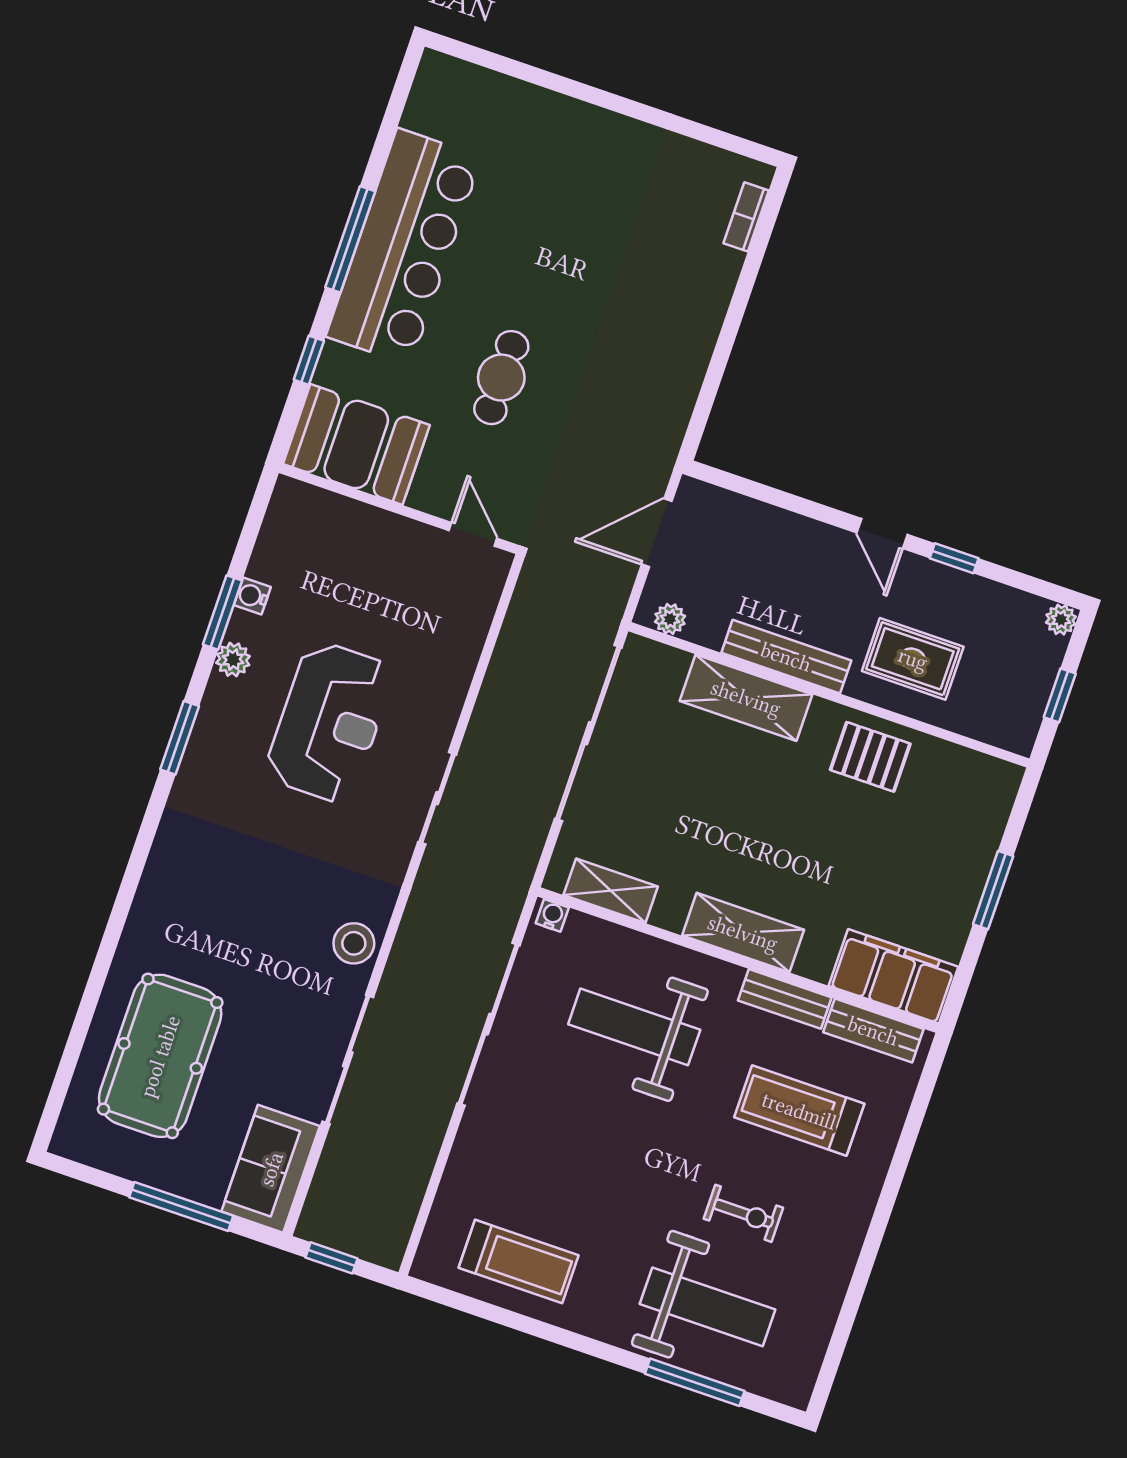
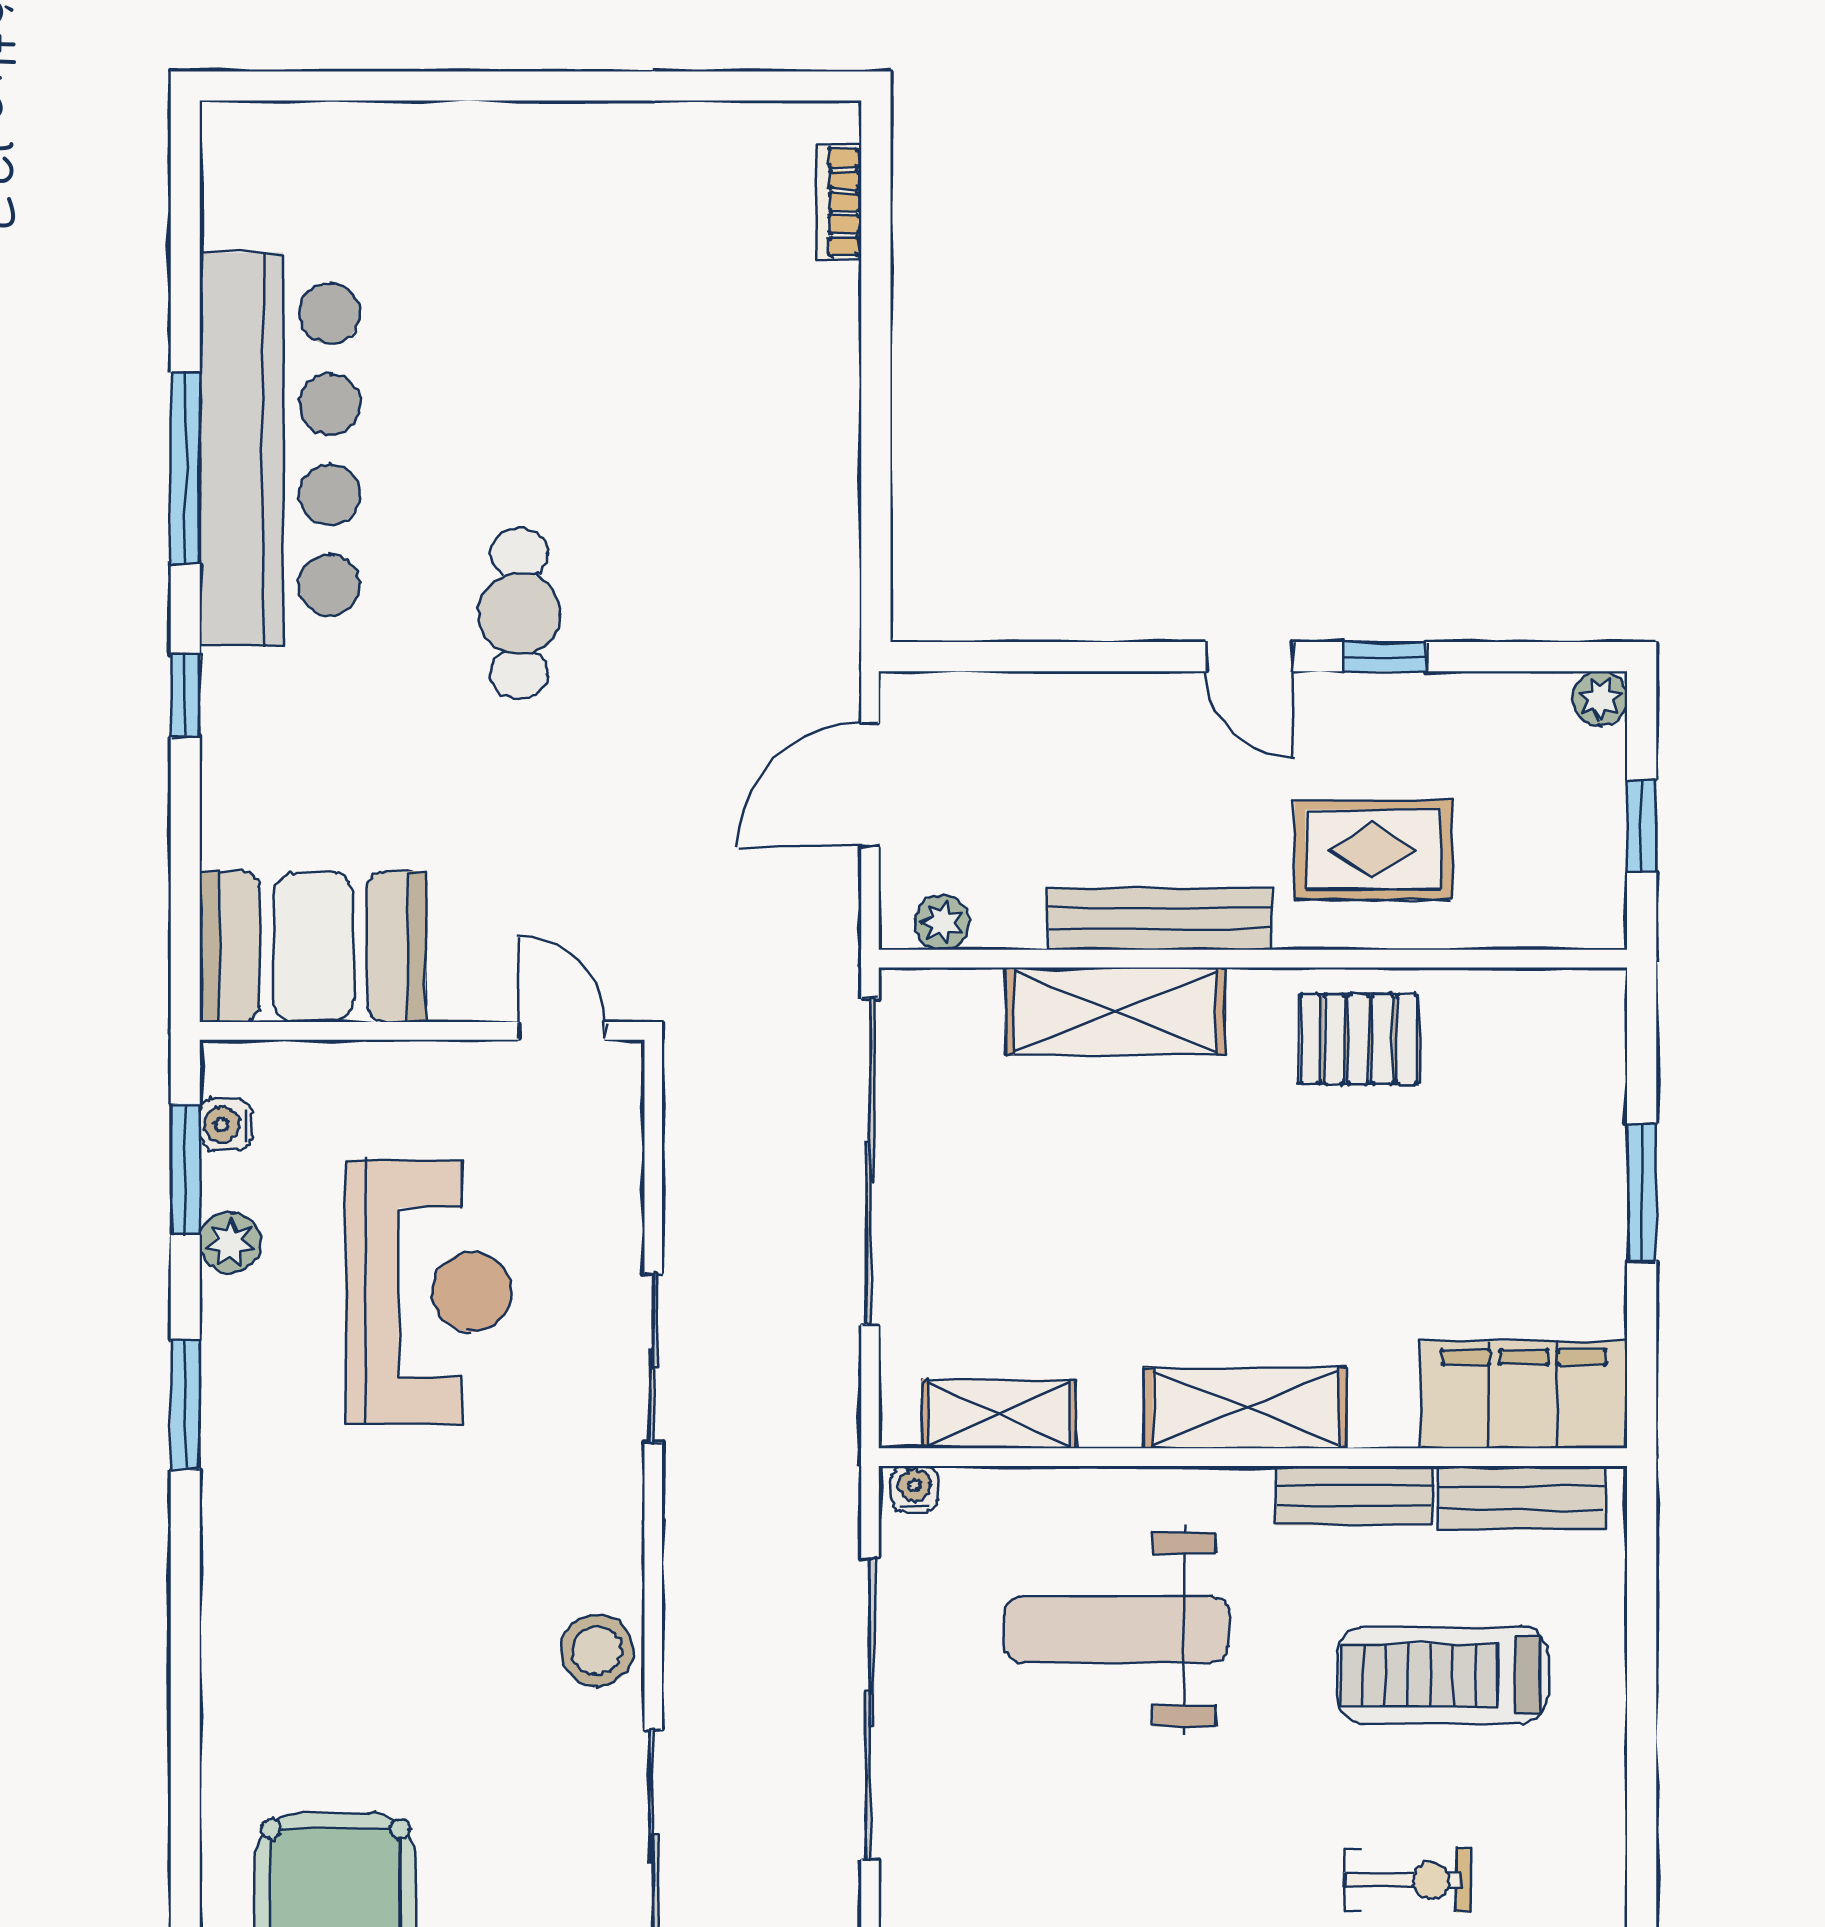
booth: (356, 444) -> (314, 947), moved
wall: (399, 509) -> (422, 1031), moved
door: (473, 534) -> (562, 1031), moved

